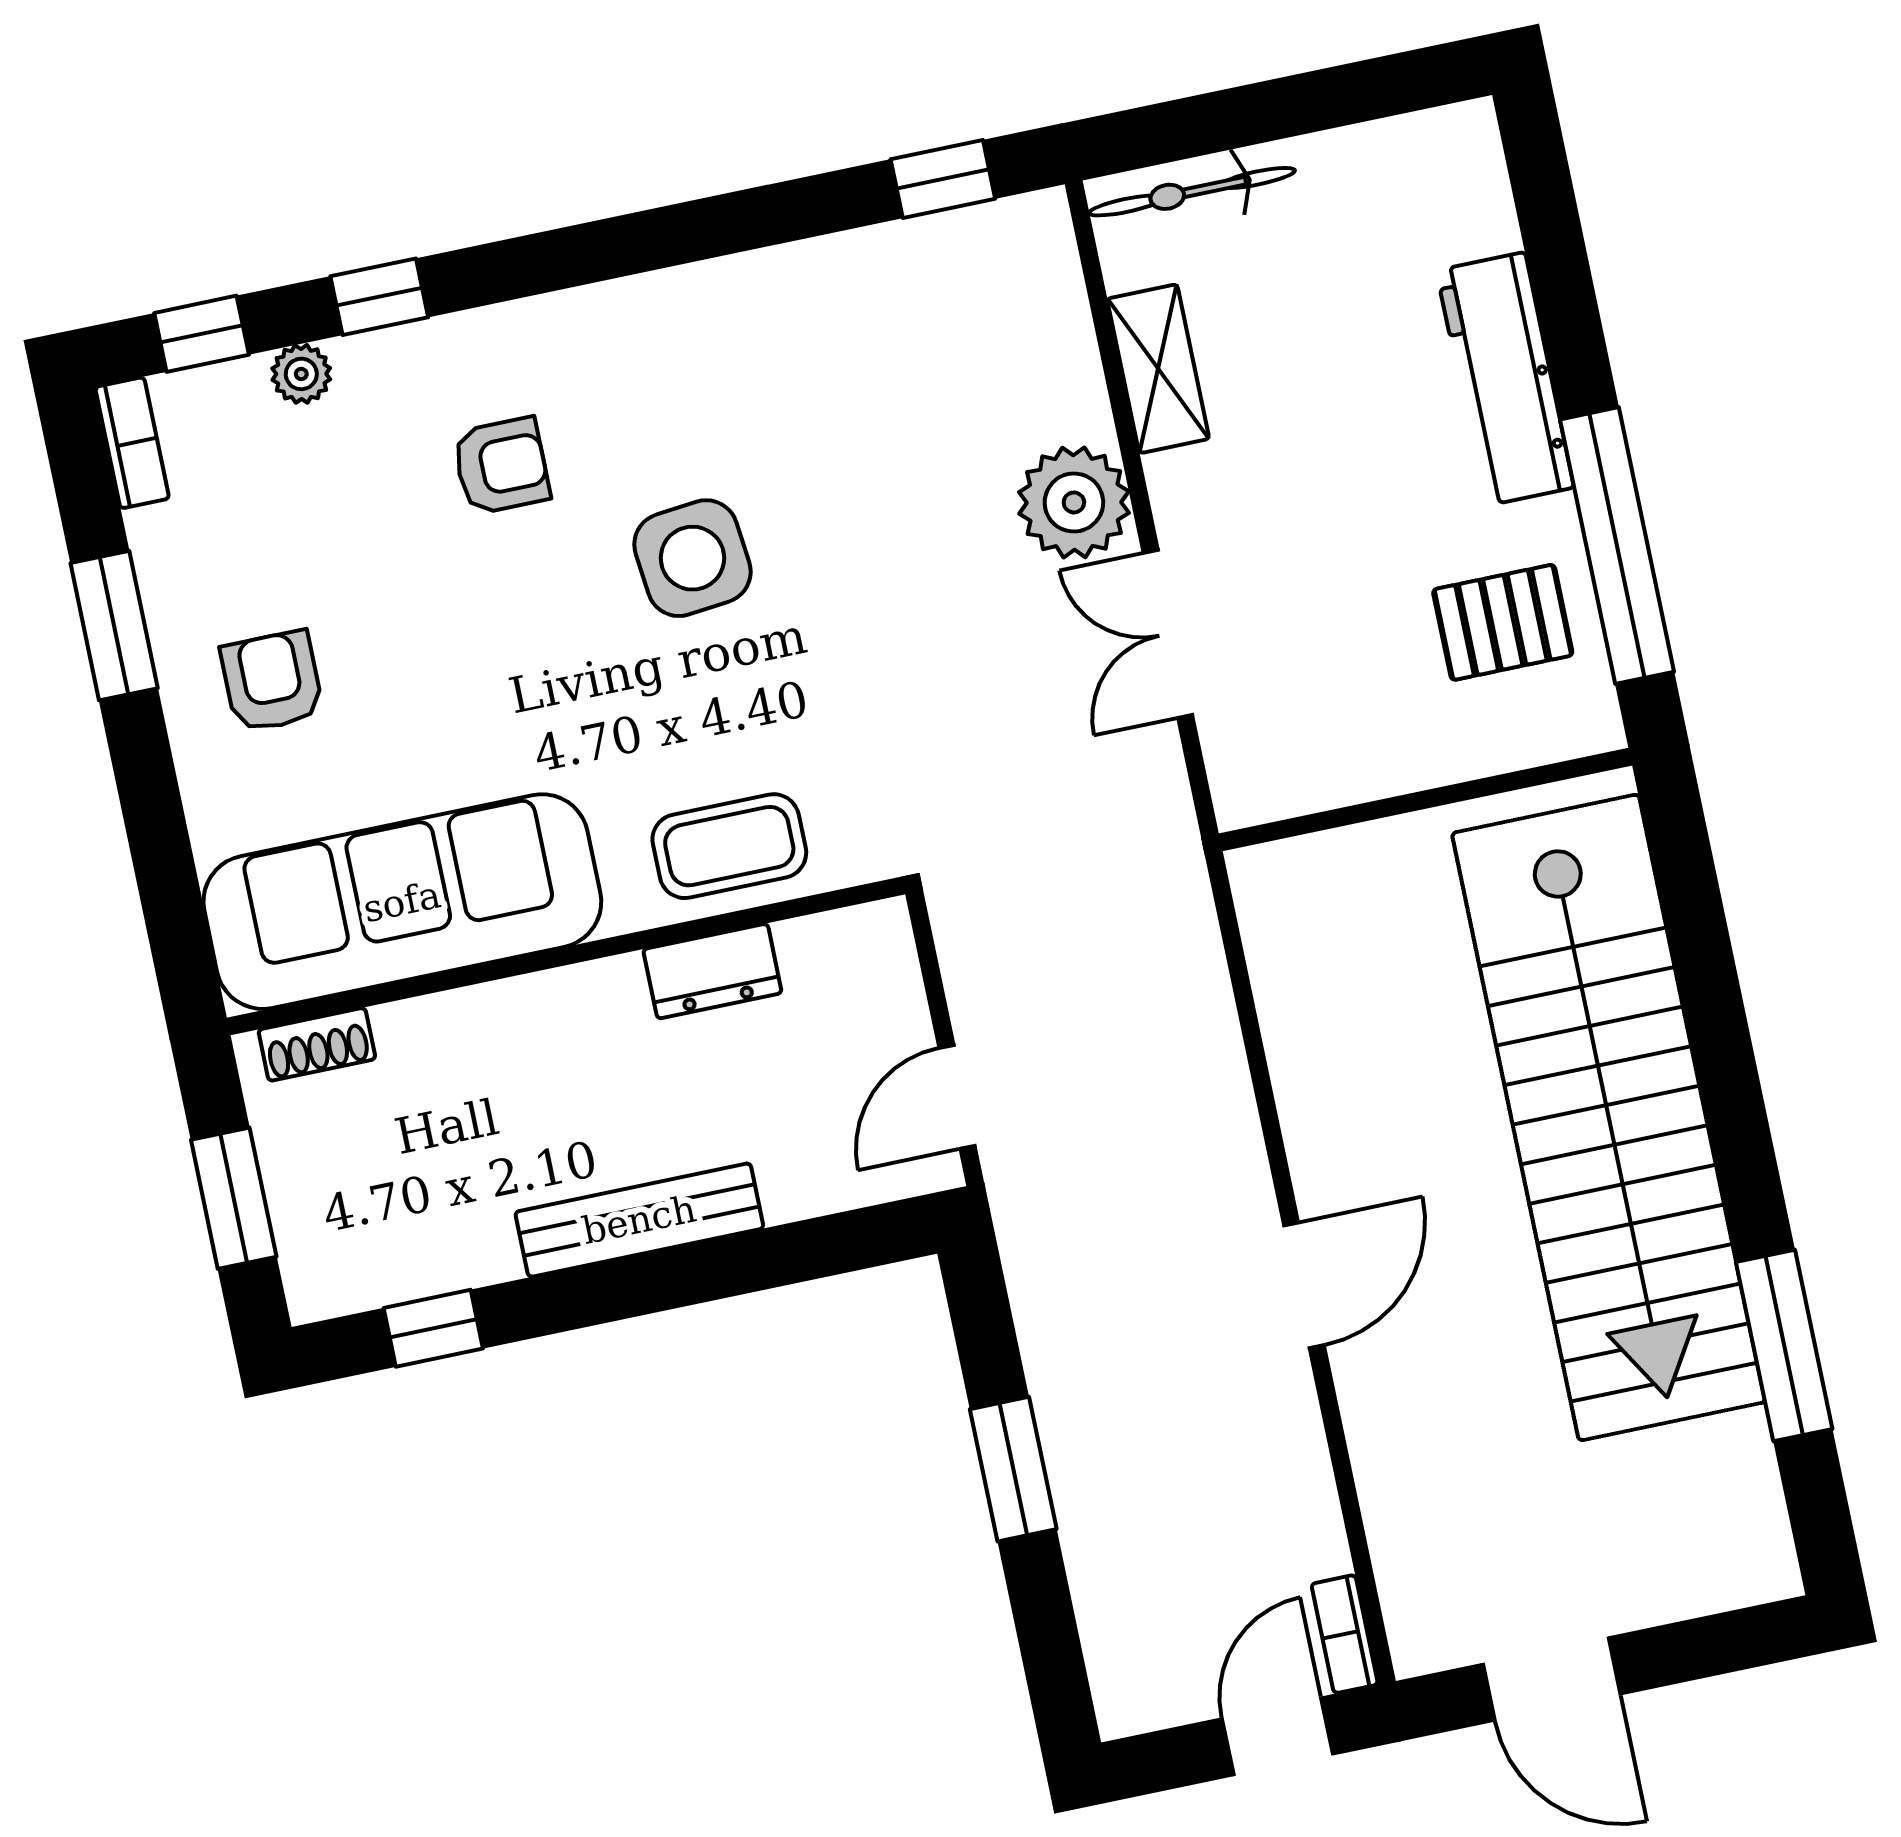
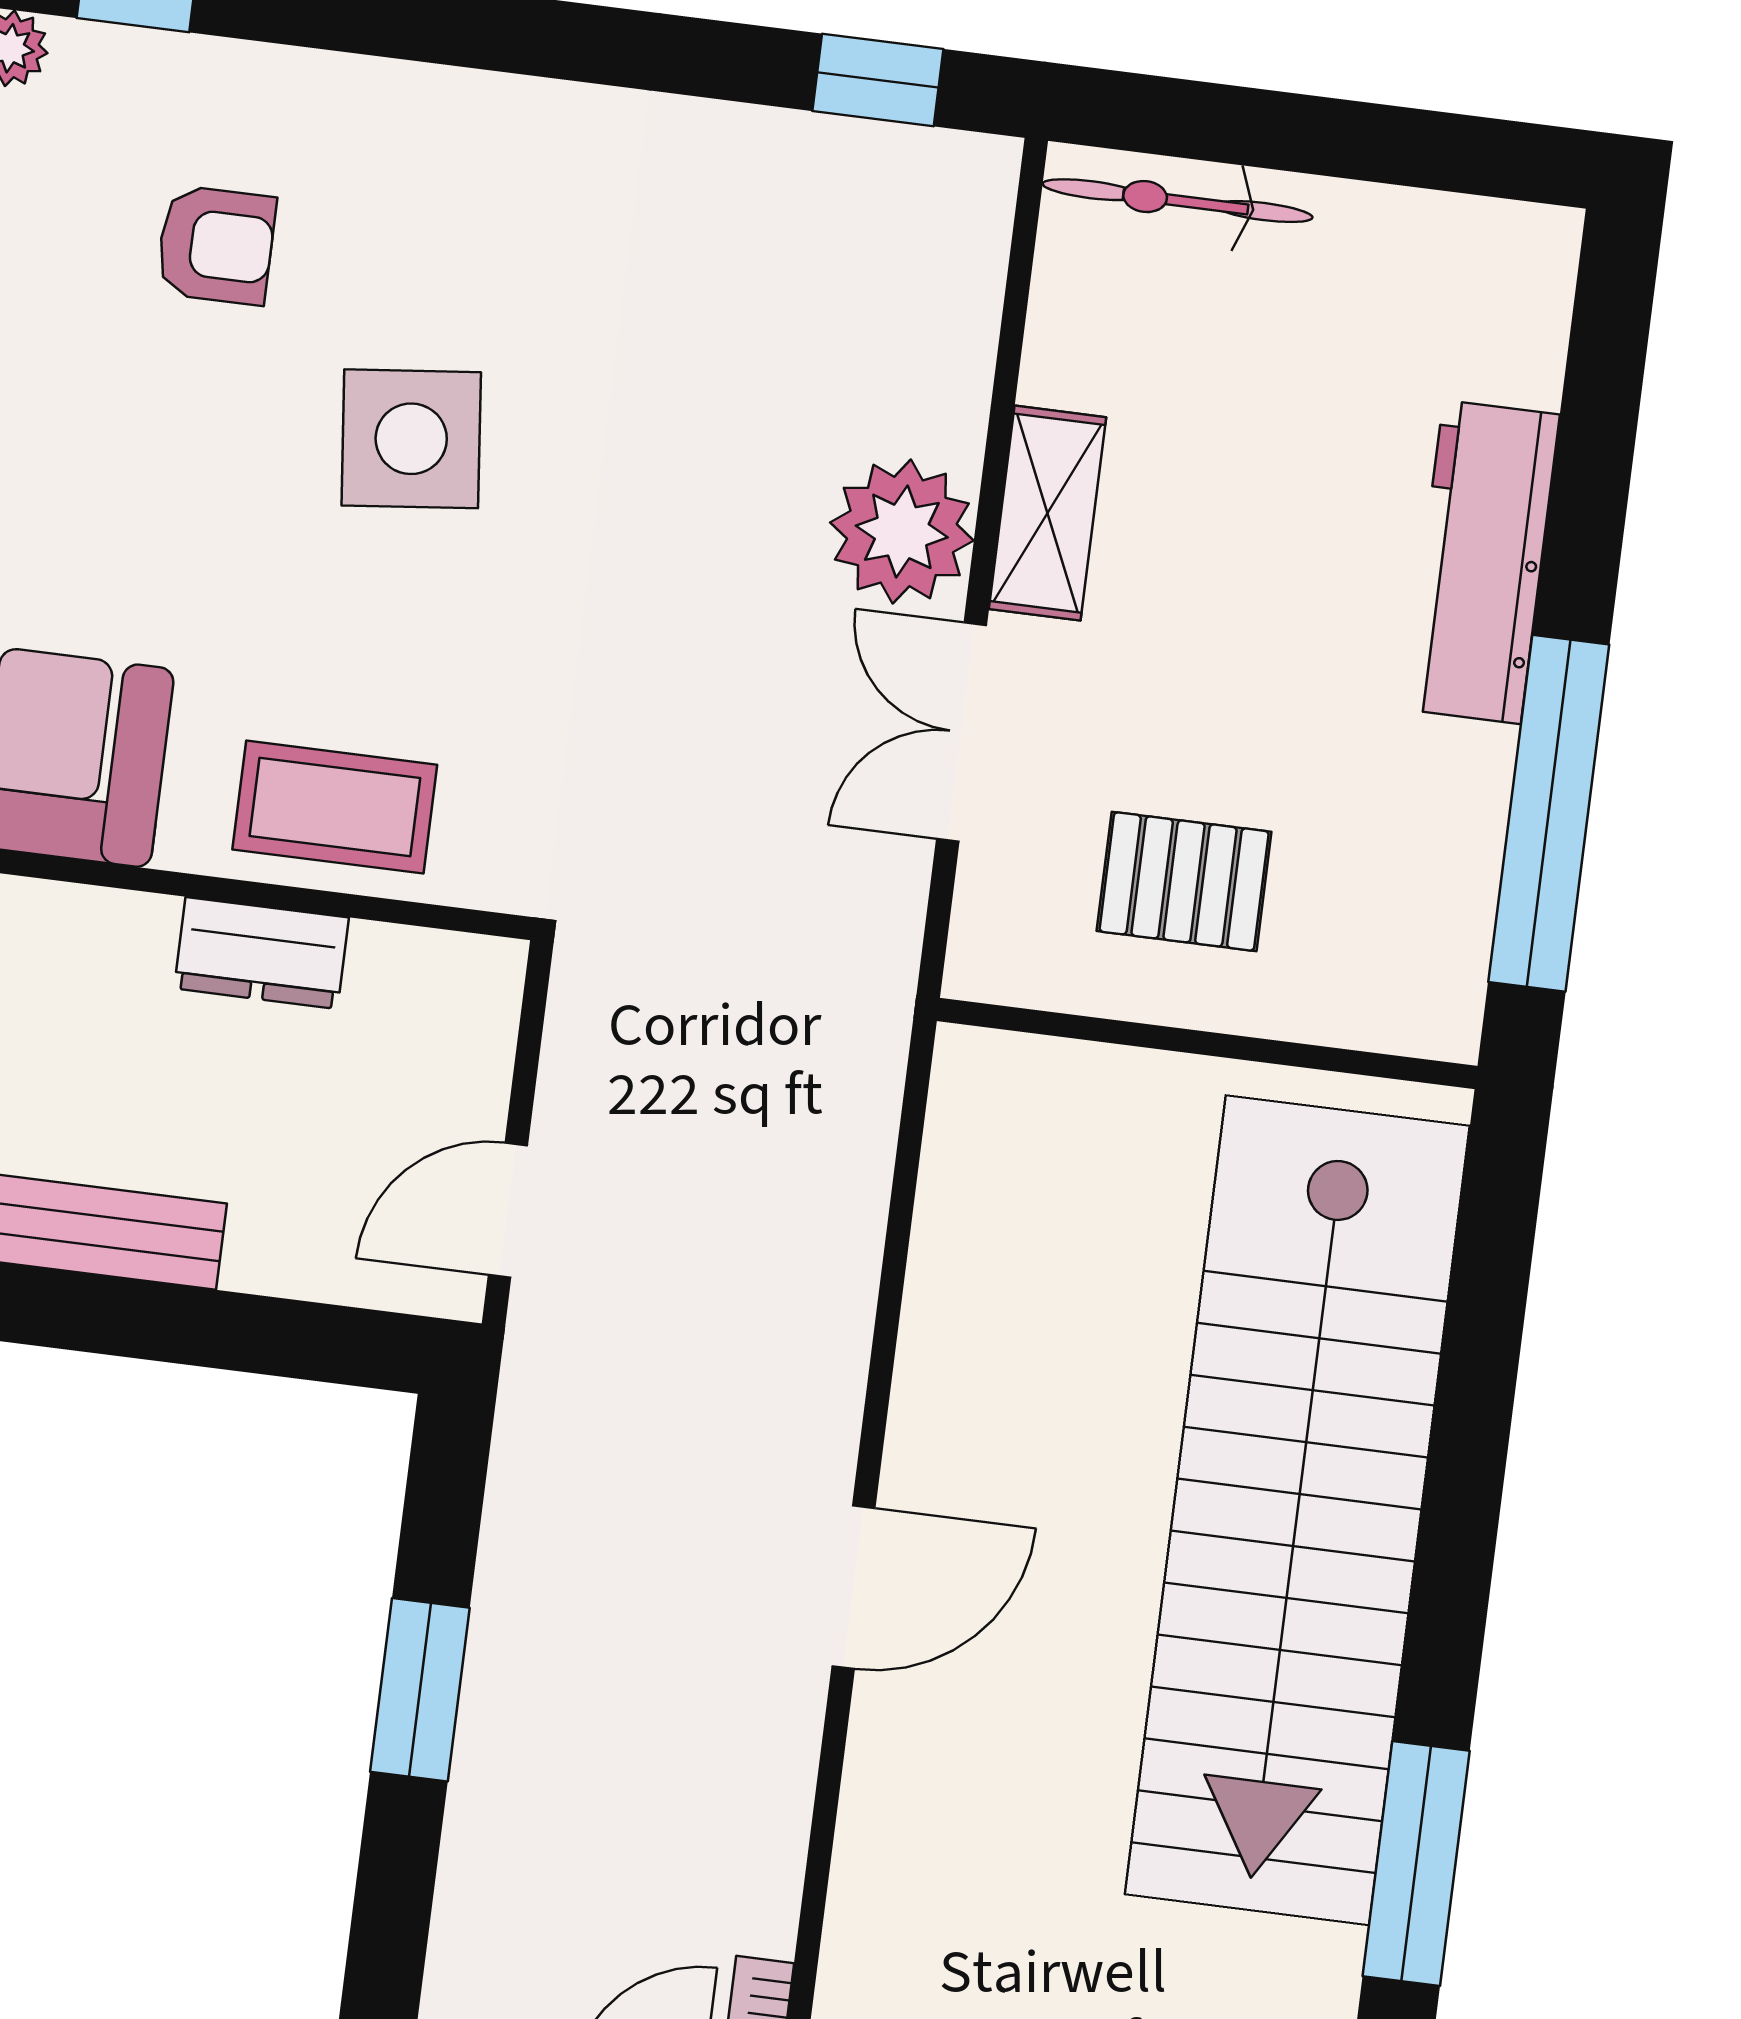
shelving: (1158, 369) -> (1047, 513), moved
pallet: (1503, 622) -> (1184, 881), moved

